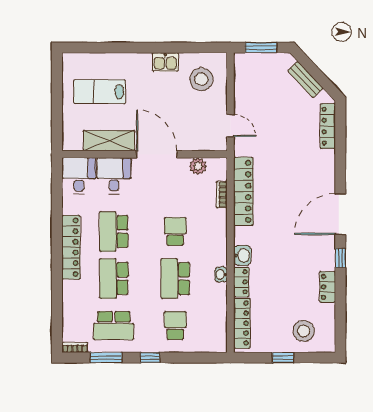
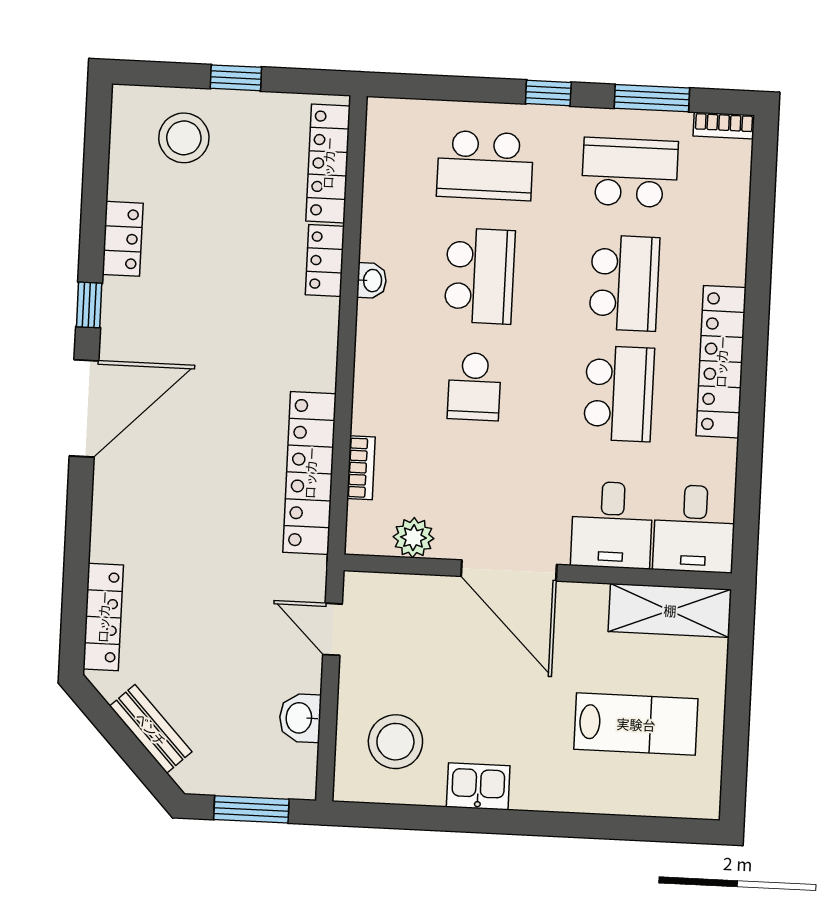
shelving: (109, 141) -> (670, 610), moved
washbasin: (242, 255) -> (300, 718), moved
school desk: (175, 326) -> (485, 165), width x1.85

